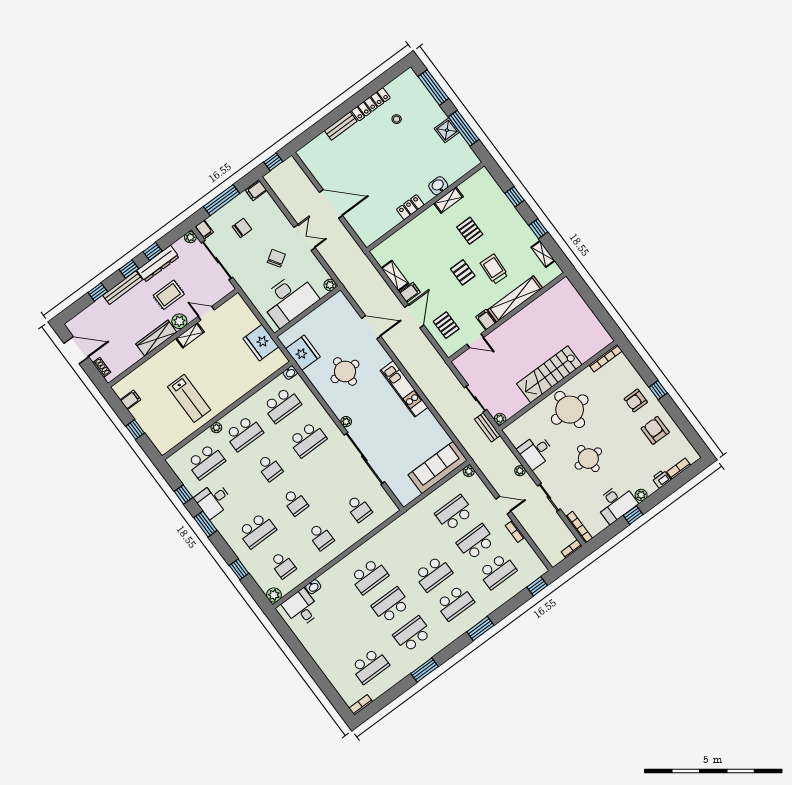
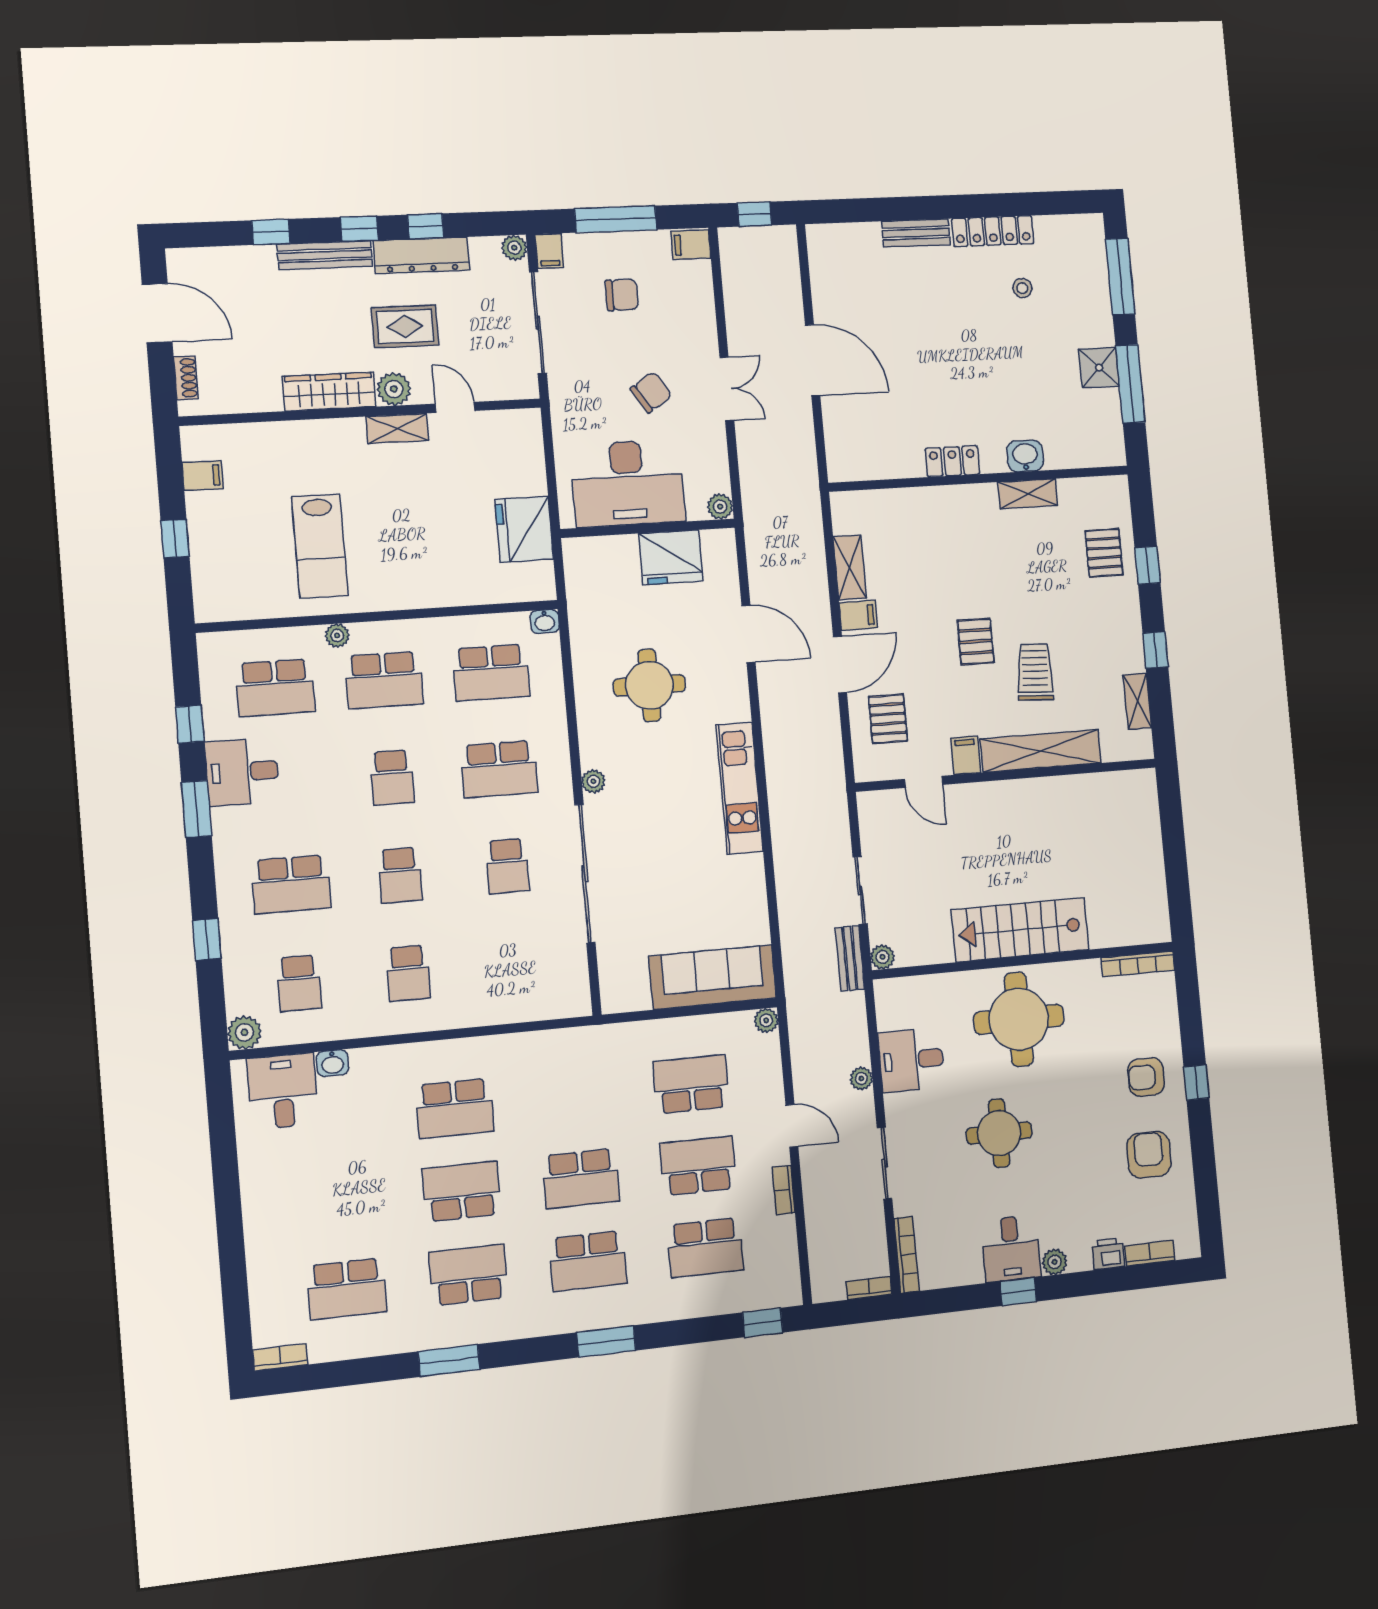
pallet: (470, 231) -> (1104, 553), moved
fridge: (303, 353) -> (671, 557), moved, turned 90
desk: (616, 503) -> (1011, 1249), width x0.73
school desk: (359, 508) -> (507, 866), moved

